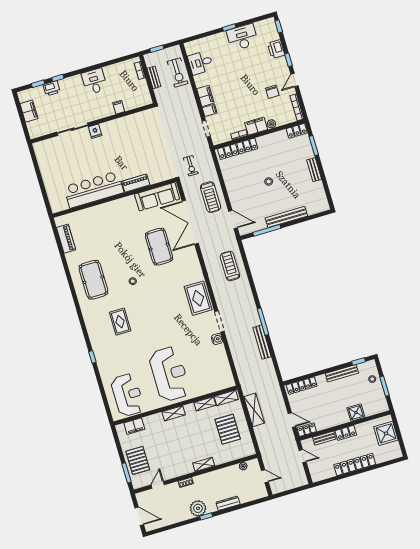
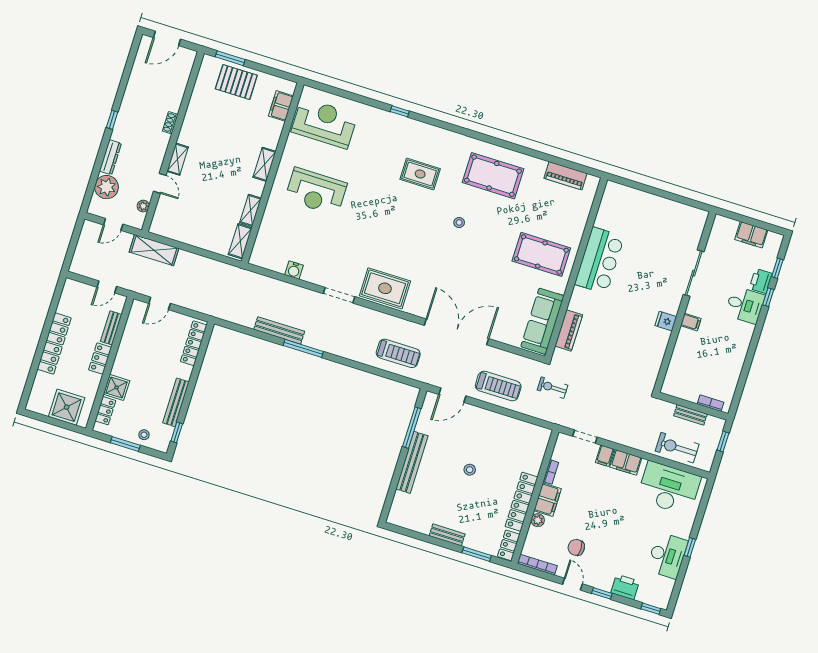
desk: (200, 63) -> (669, 488), width x1.87, depth x1.30
desk: (94, 81) -> (745, 305), moved
filing cabinet: (119, 107) -> (691, 322), moved
fridge: (95, 131) -> (666, 321), moved
locker: (238, 149) -> (521, 502), moved
piano: (136, 183) -> (569, 330), moved
bar counter: (94, 190) -> (599, 260), width x0.73
treadmill: (211, 197) -> (498, 386), turned 180
double door: (190, 222) -> (456, 332), moved
pool table: (159, 247) -> (541, 254), moved
water cooler: (217, 339) -> (294, 270), moved
reception desk: (169, 374) -> (316, 191), width x0.74, depth x0.77
reception desk: (127, 395) -> (325, 123), turned 180
shelving: (254, 410) -> (154, 250), moved
pallet: (228, 429) -> (201, 217), removed
locker: (307, 430) -> (105, 411), moved
door: (158, 485) -> (160, 183), moved
plant: (198, 508) -> (107, 187), moved

